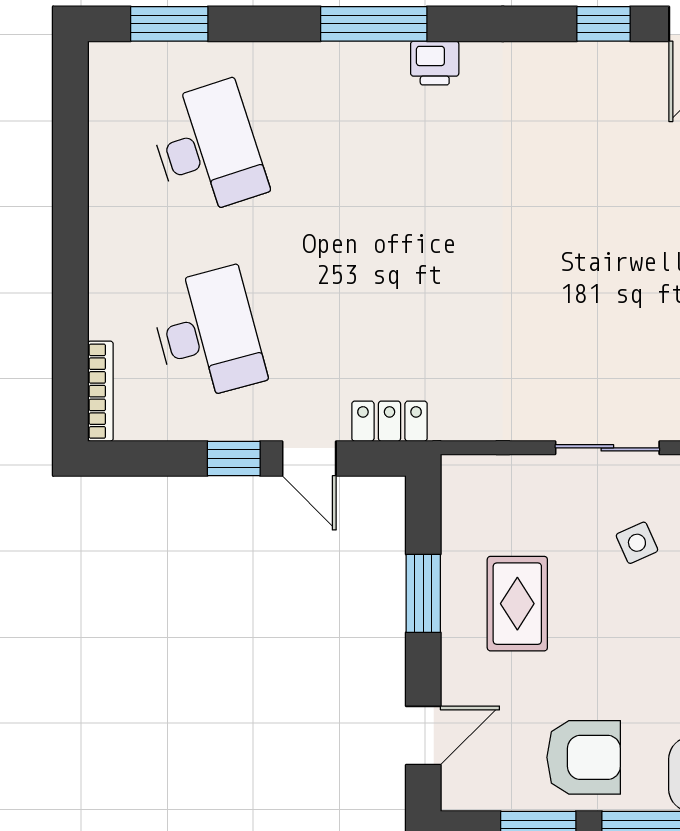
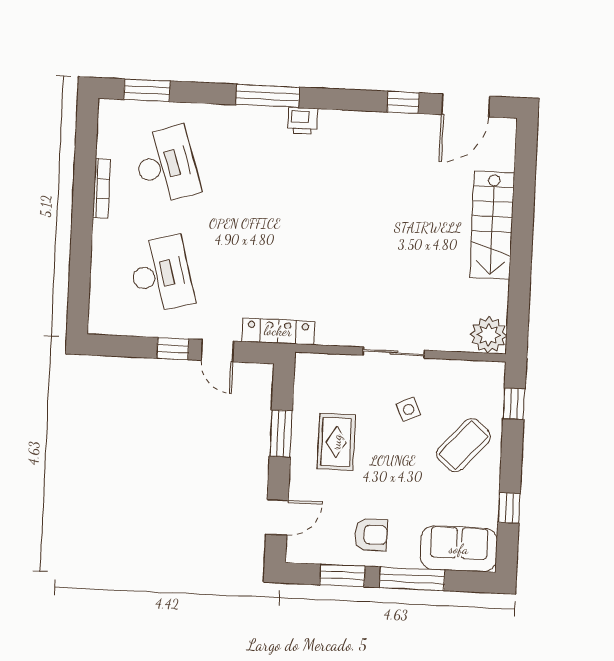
bookcase: (100, 391) -> (102, 188), moved
locker: (389, 421) -> (278, 331), width x1.53
armchair: (584, 757) -> (371, 535), width x0.72, depth x0.72

